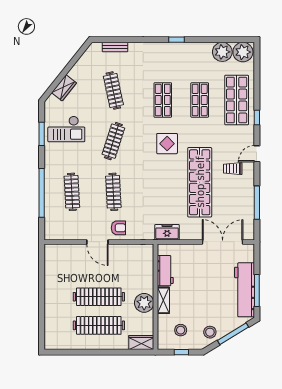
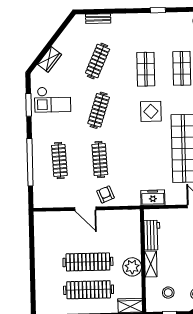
clothes rail: (113, 90) -> (98, 61), turned 36
armchair: (118, 228) -> (105, 194), turned -112

